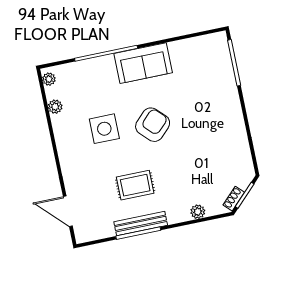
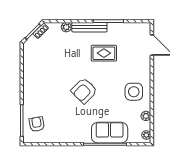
armchair: (211, 62) -> (37, 124), added
sofa: (143, 63) -> (110, 133), moved
side table: (104, 129) -> (134, 92), moved
bench: (141, 223) -> (89, 27), moved

